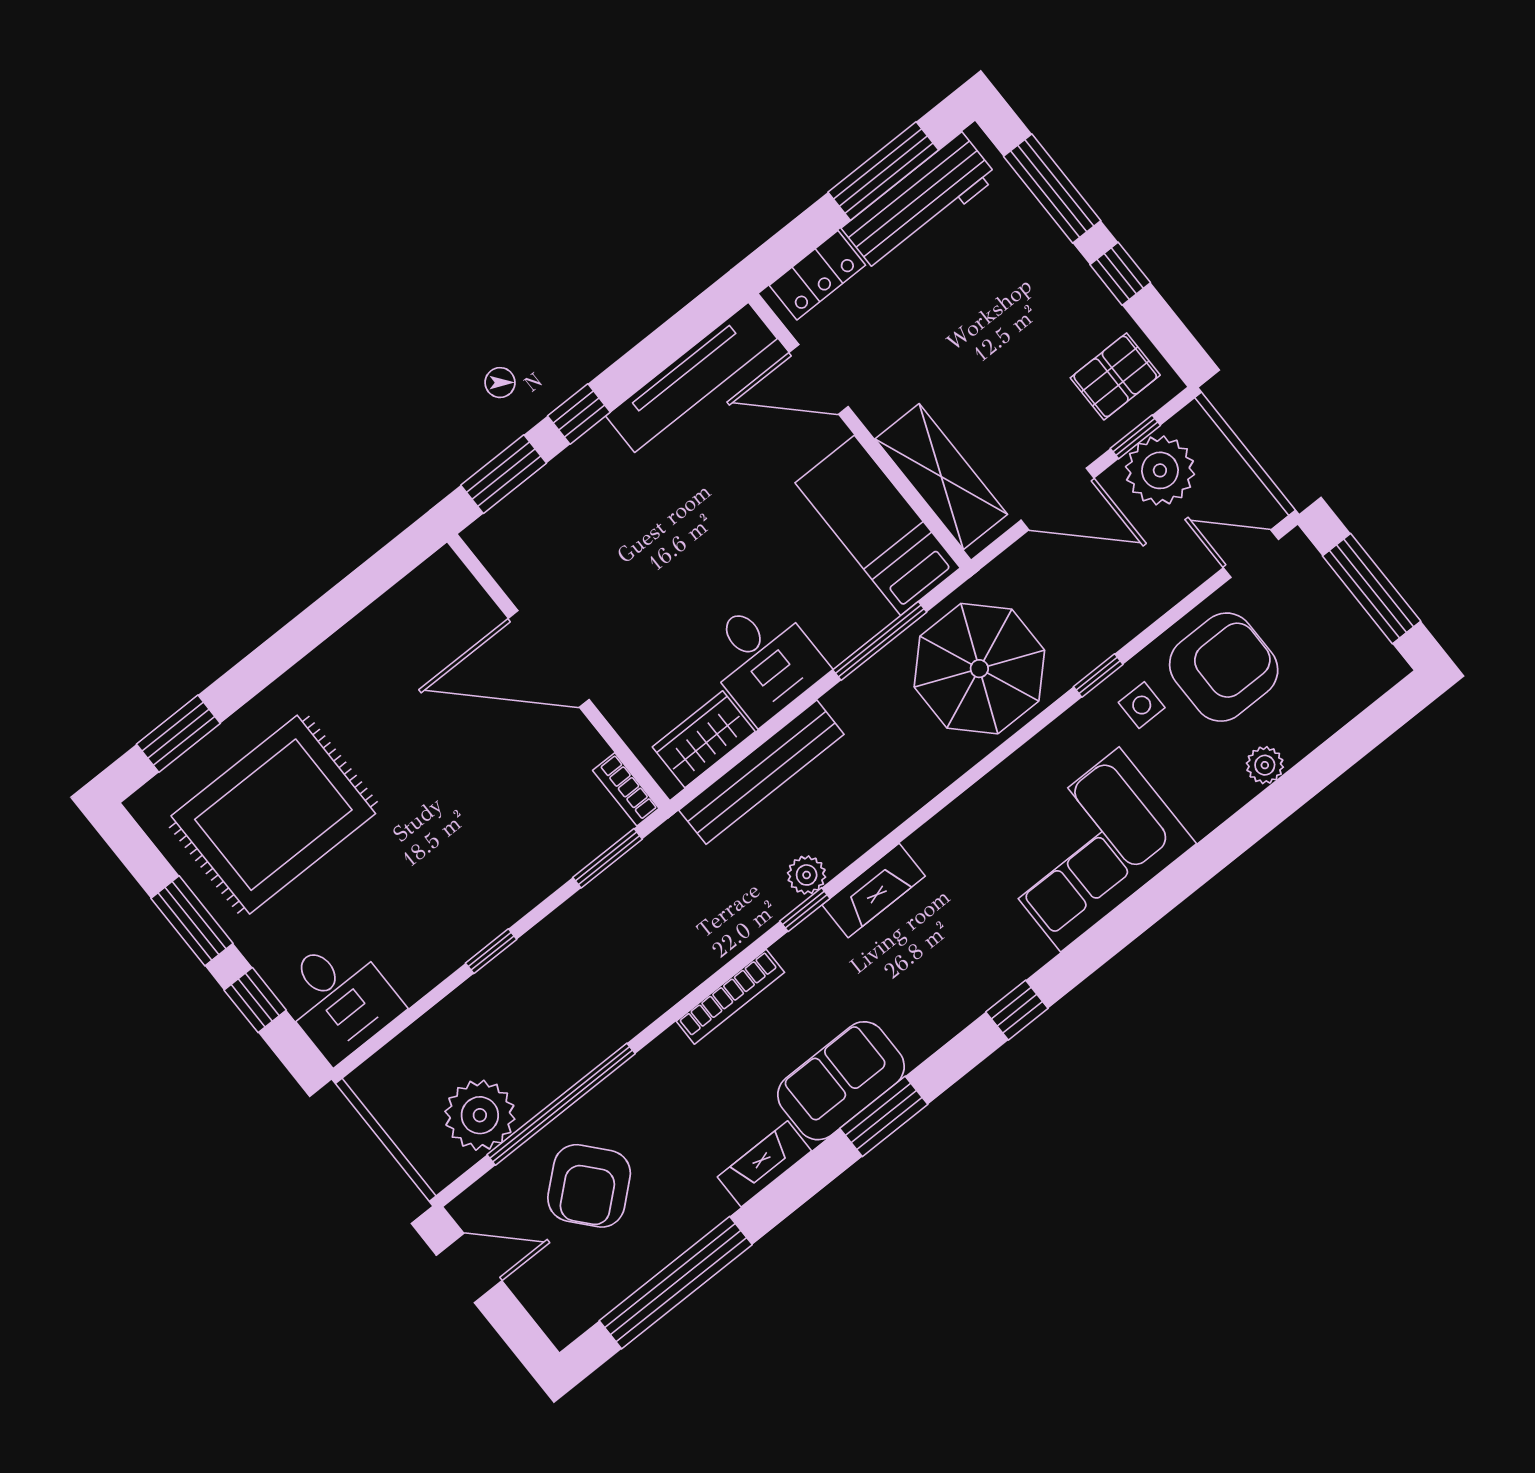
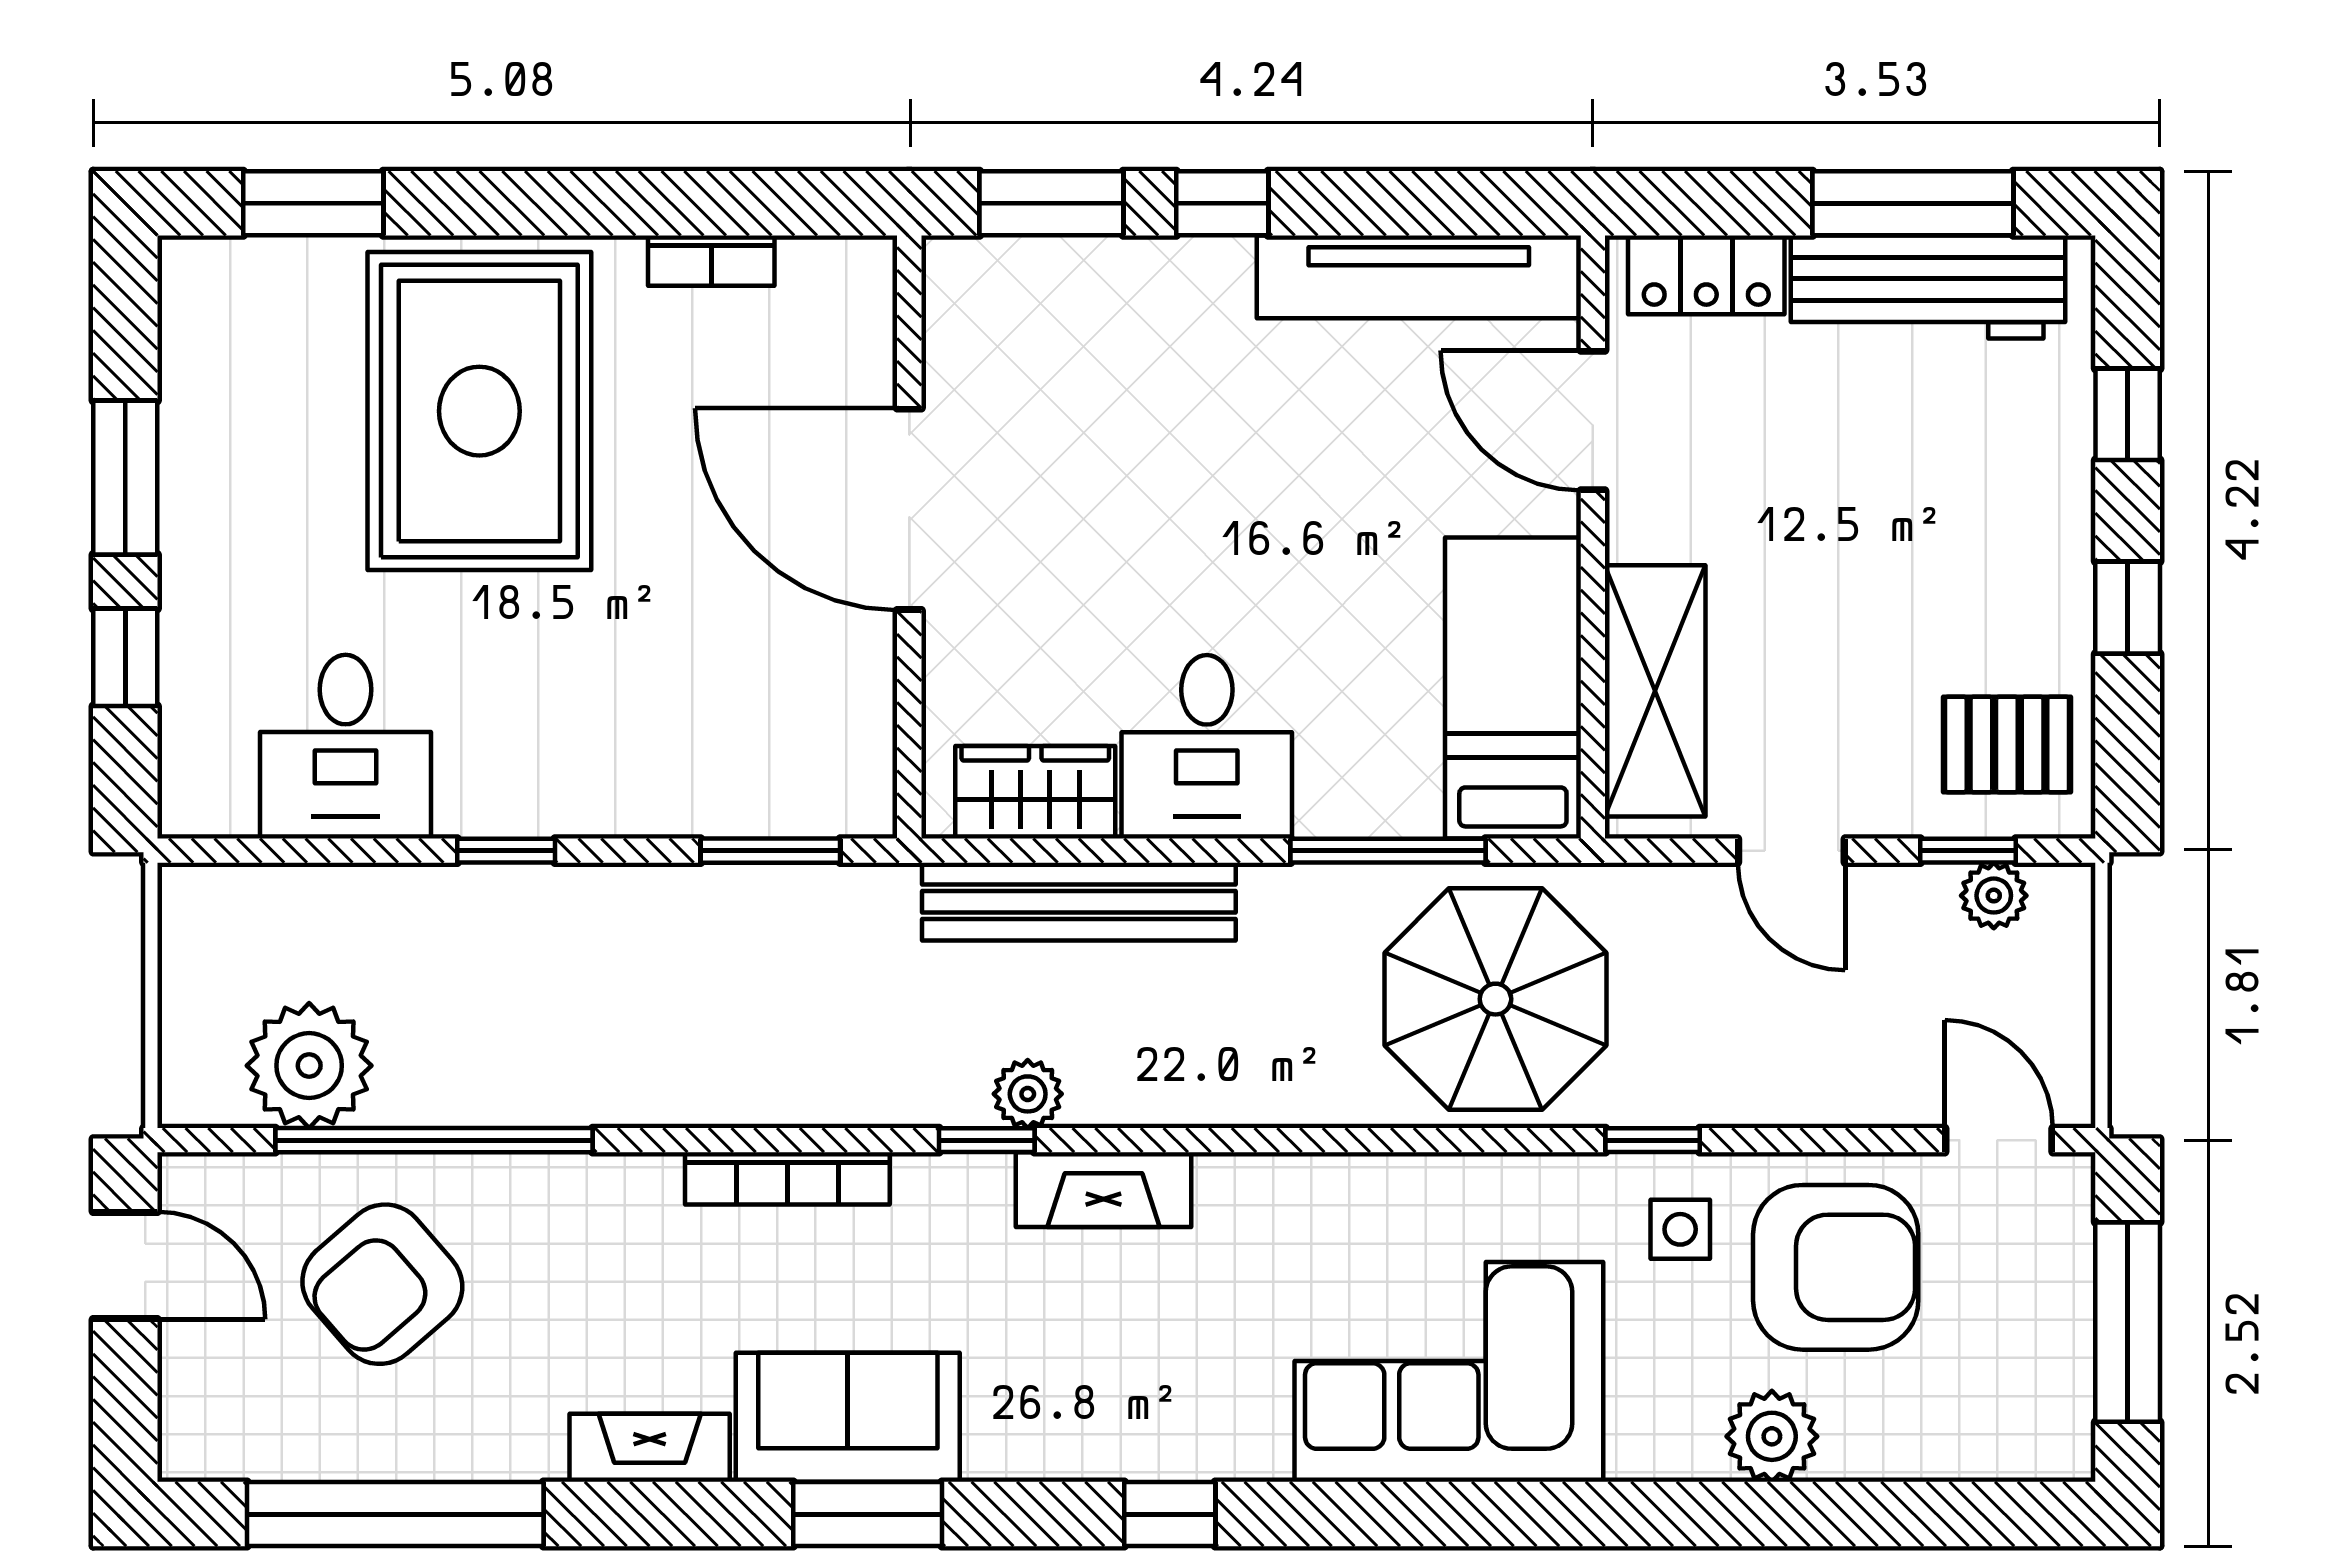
window: (1052, 188) -> (2128, 414), width x0.46
plant: (1160, 470) -> (1994, 896), width x0.53, depth x0.53
door: (1058, 499) -> (1791, 851), width x0.73
plant: (1265, 765) -> (1772, 1436), width x1.38, depth x1.38
bookcase: (626, 789) -> (711, 261), moved, turned -90
rug: (273, 815) -> (479, 411), moved, turned 90
desk: (338, 998) -> (346, 747), moved

